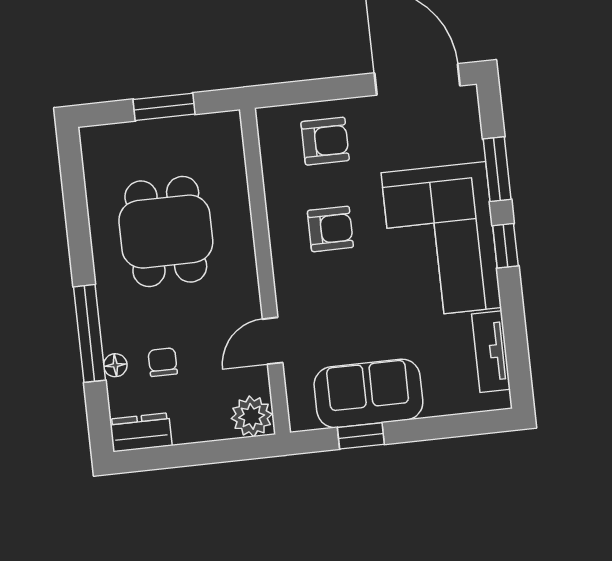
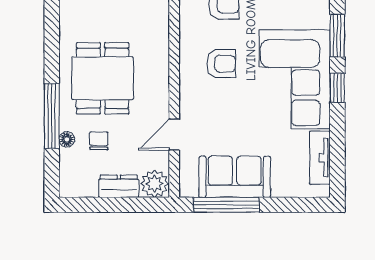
dining table: (166, 232) -> (103, 78), moved
dresser: (141, 432) -> (119, 186), moved
window: (361, 436) -> (226, 205), width x2.17

